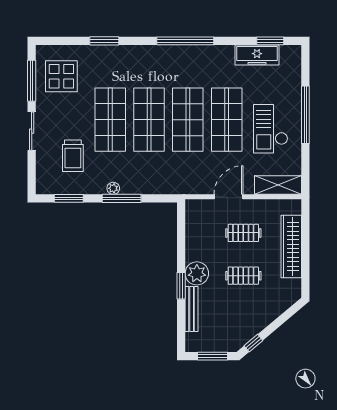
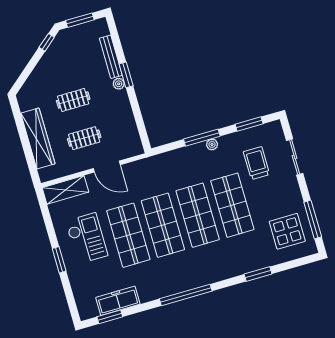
window: (305, 115) -> (59, 260), width x0.47
sliding door: (32, 131) -> (295, 157), moved
door: (228, 197) -> (107, 167), hinge flipped
plant: (197, 273) -> (119, 84), width x0.53, depth x0.53

